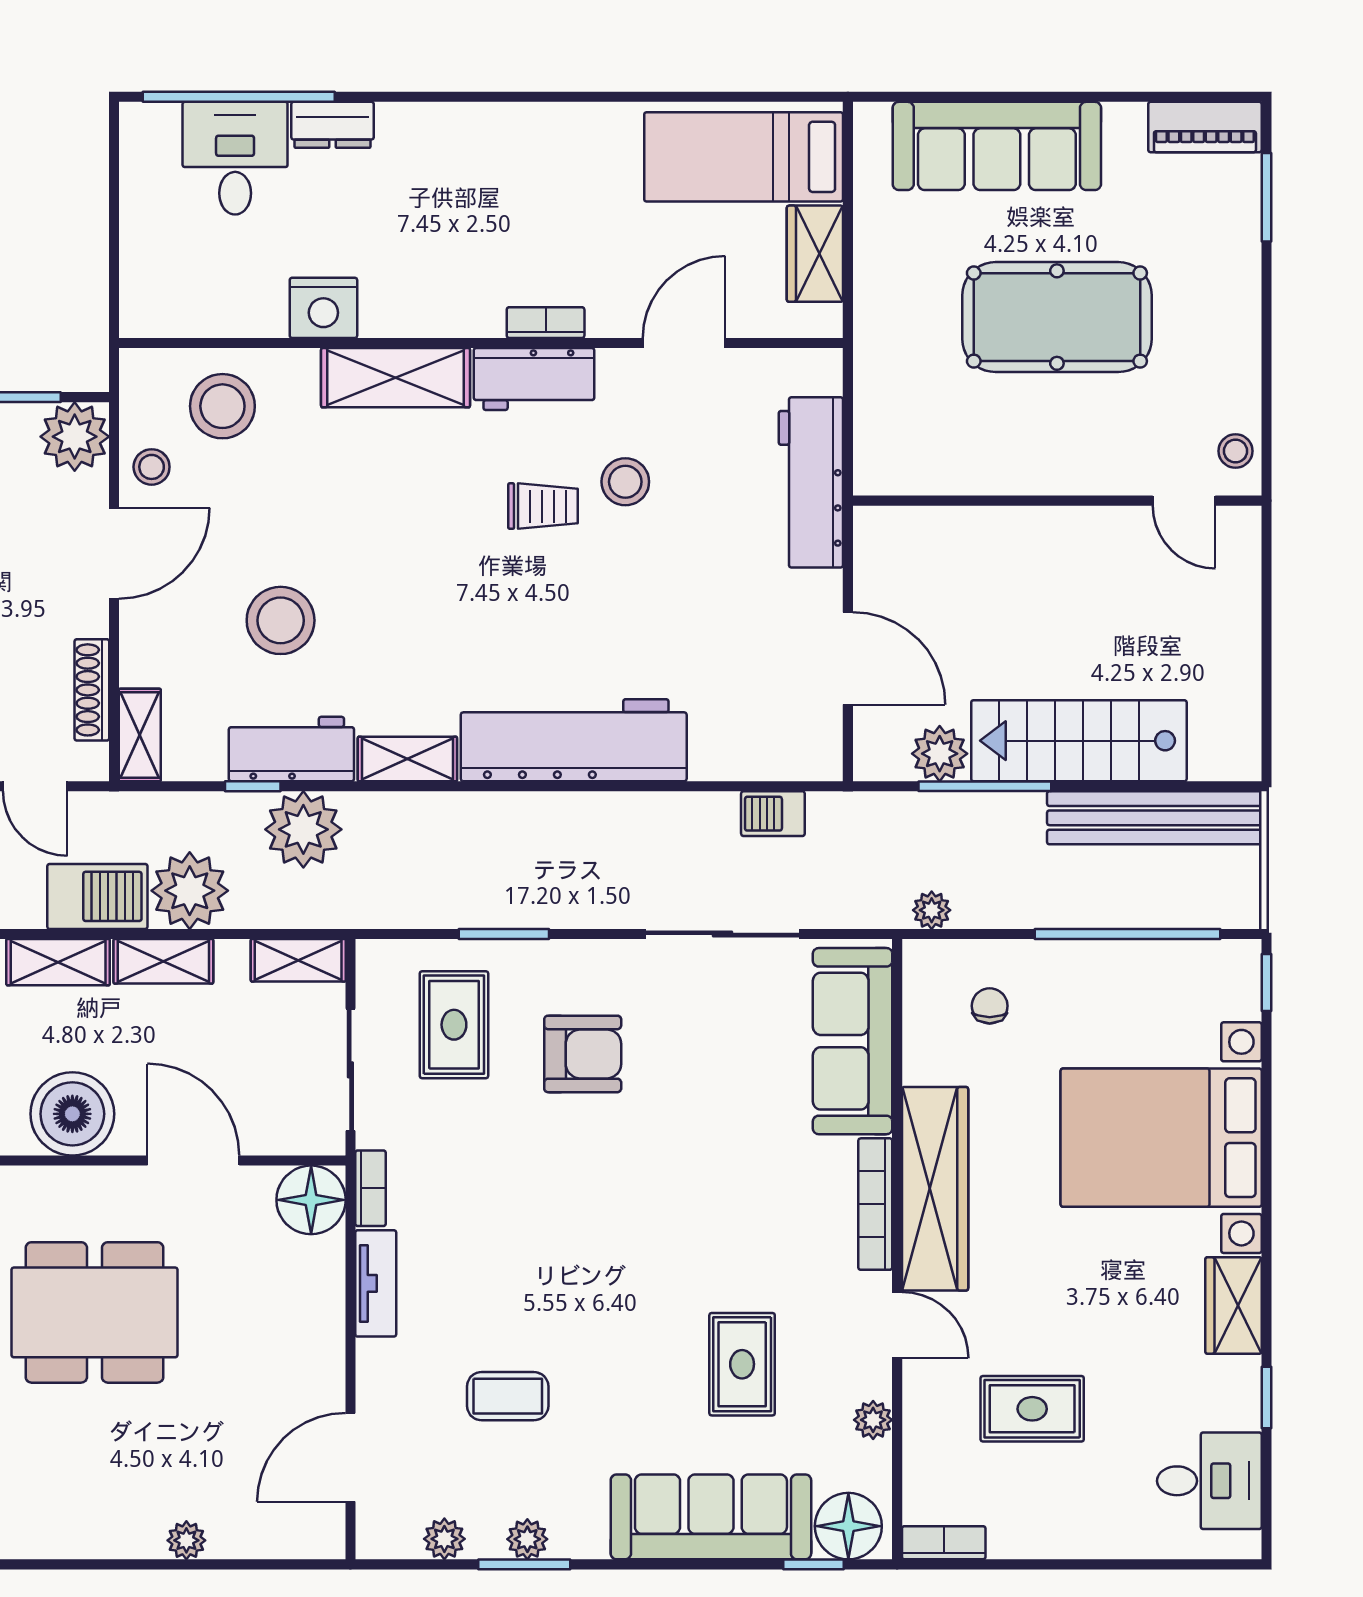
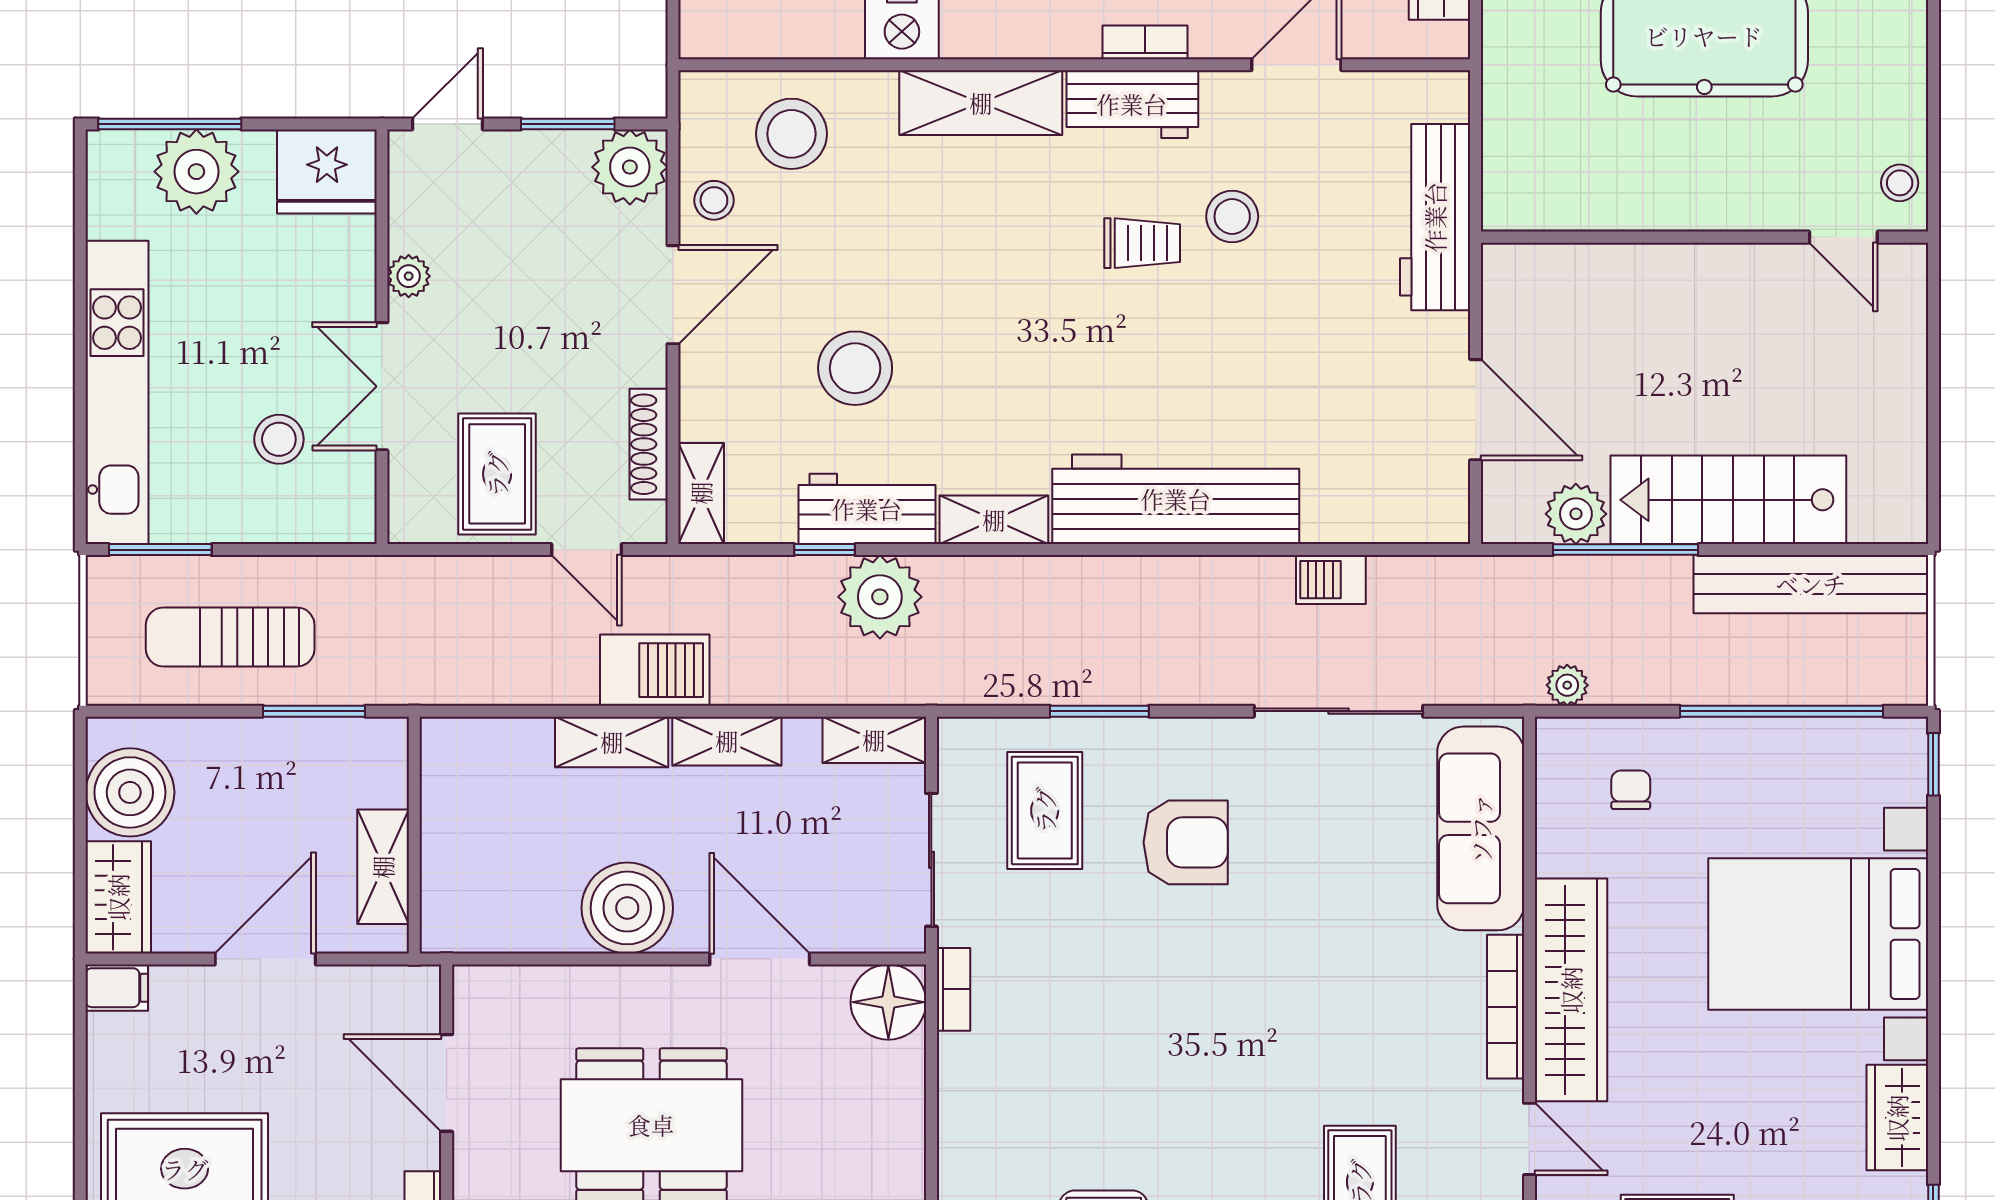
barbecue: (773, 814) -> (1331, 580), moved
plant: (190, 891) -> (756, 664), removed
tv unit: (376, 1283) -> (959, 1093), removed

